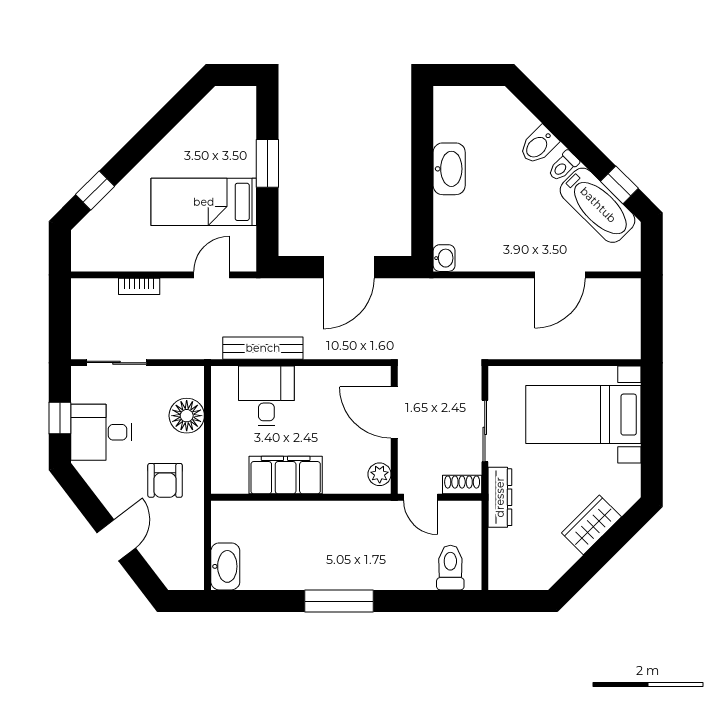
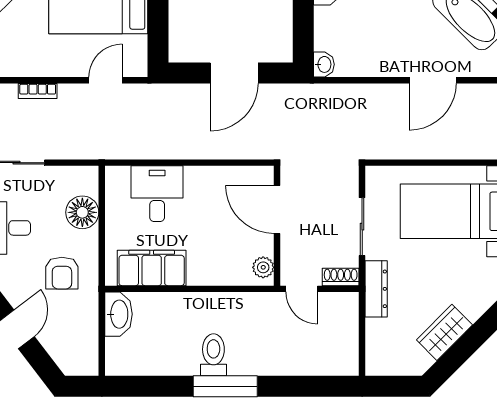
bench: (263, 348) -> (154, 149), removed
filing cabinet: (286, 475) -> (152, 268), moved
wardrobe: (591, 525) -> (444, 332), moved
washbasin: (225, 566) -> (118, 314), moved
toilet: (450, 568) -> (213, 355), moved

